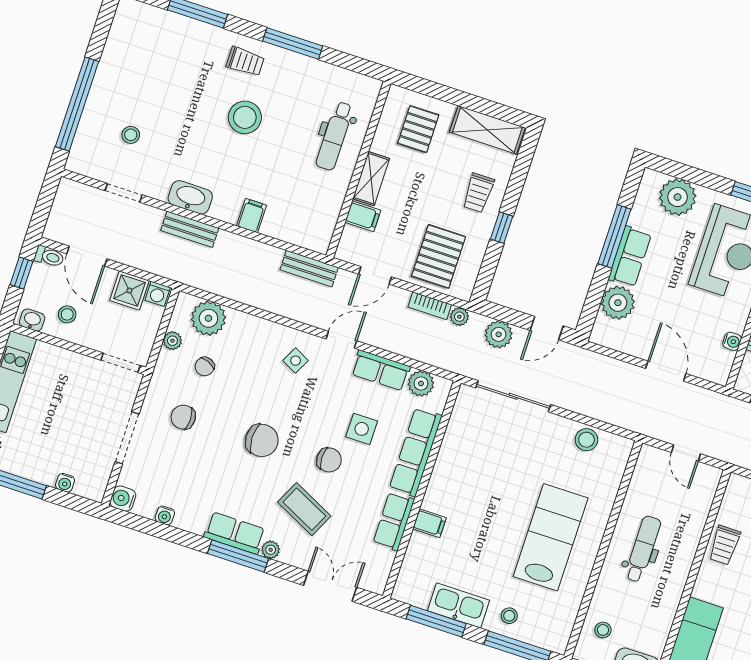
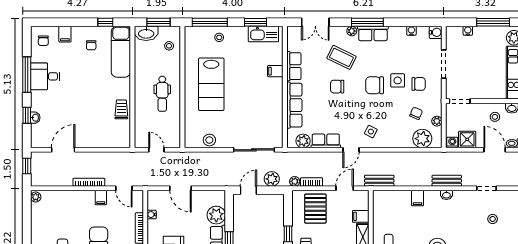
washbasin: (190, 197) -> (446, 195), width x0.52, depth x0.69
side table: (362, 429) -> (398, 80), moved
kitchen sink: (459, 605) -> (263, 34), moved
window: (436, 621) -> (256, 22), width x0.69

